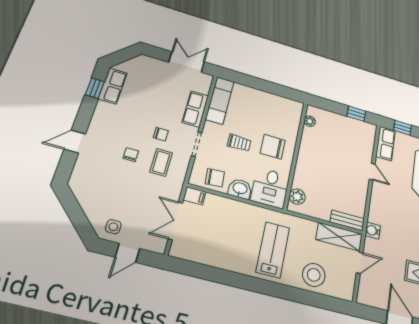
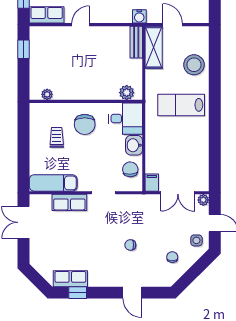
chair: (161, 134) -> (172, 257), moved
trolley: (239, 143) -> (57, 137), moved
coffee table: (161, 162) -> (130, 218), removed
plant: (159, 247) -> (203, 200), added

